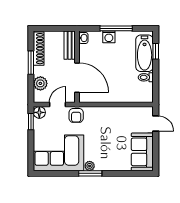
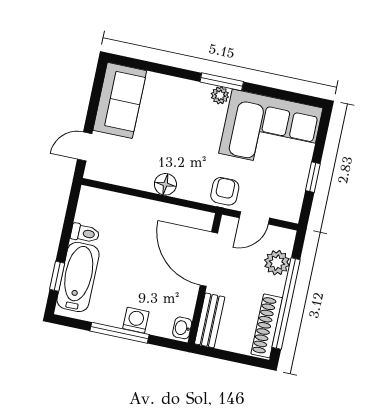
window: (31, 63) -> (286, 303), width x2.11
floor lamp: (39, 112) -> (165, 184), moved
window: (31, 122) -> (313, 177), moved
door: (156, 123) -> (85, 146), hinge flipped

